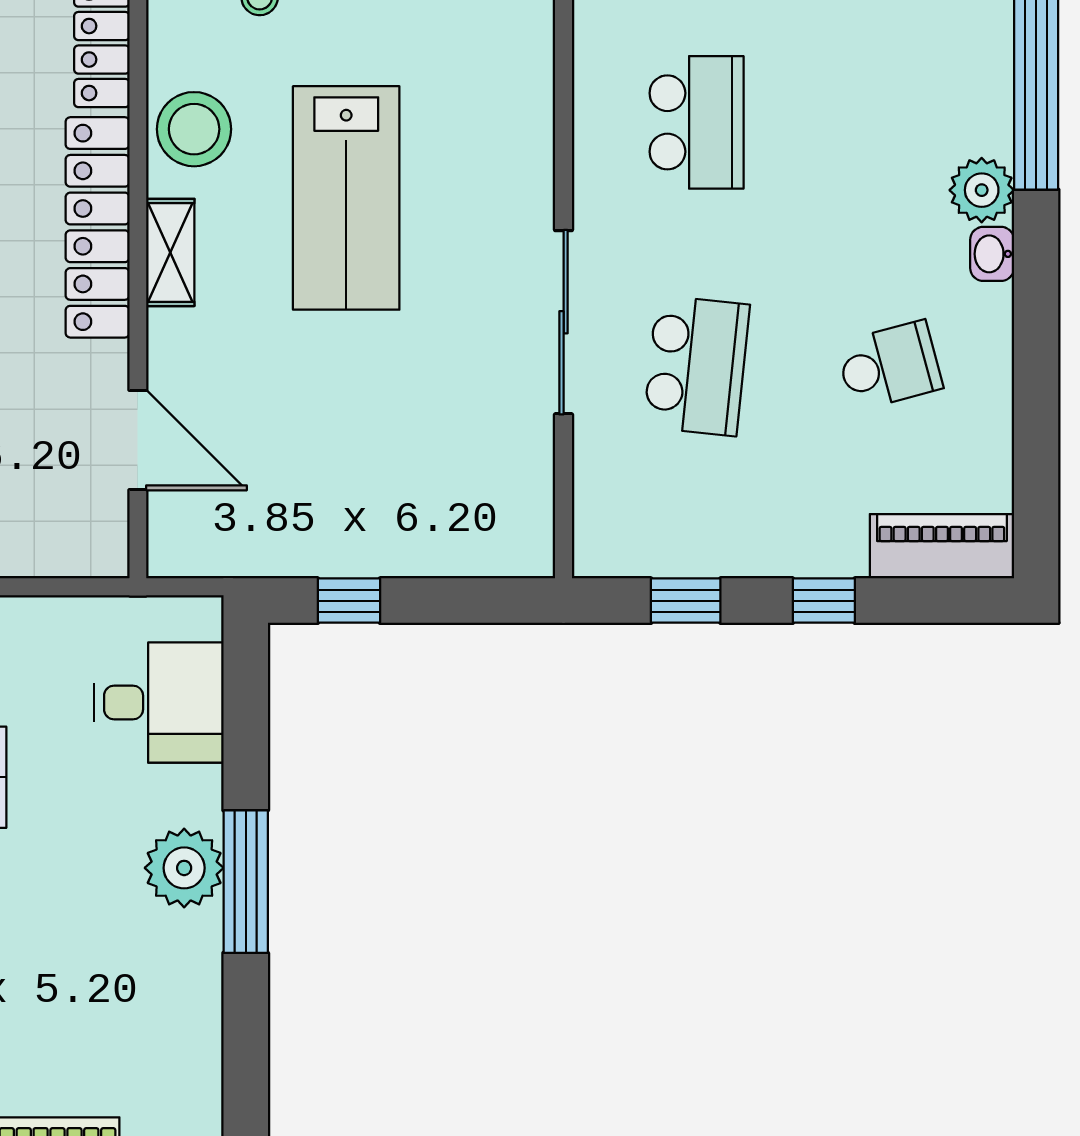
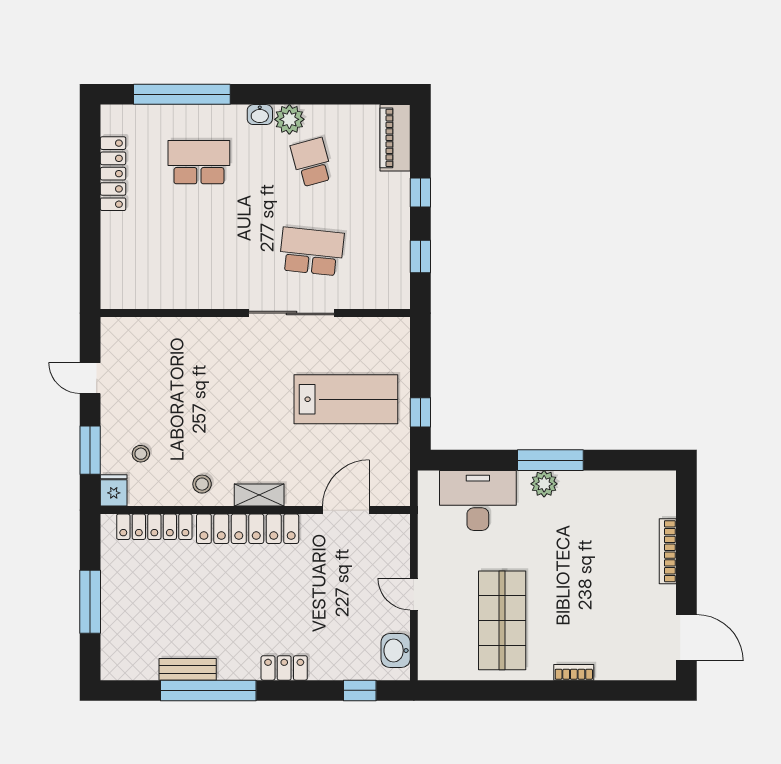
school desk: (697, 122) -> (199, 162), moved
stool: (194, 129) -> (202, 484), width x0.53, depth x0.53
plant: (982, 190) -> (289, 119), moved
lab bench: (346, 198) -> (346, 399), moved
desk: (159, 702) -> (478, 500), width x1.37
plant: (184, 868) -> (544, 484), width x0.73, depth x0.73

